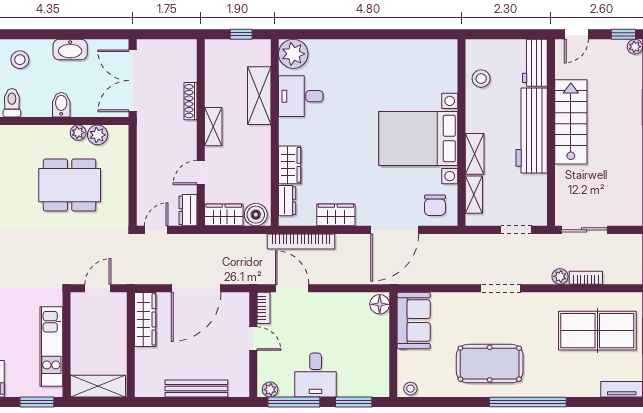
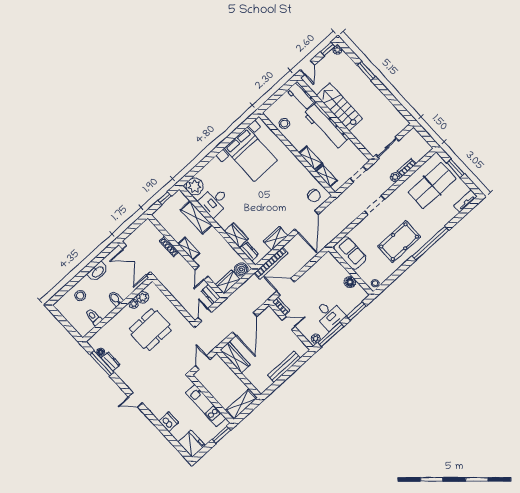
bed with nightstands: (418, 138) -> (251, 154), moved, turned -90
floor lamp: (380, 304) -> (350, 282), moved

